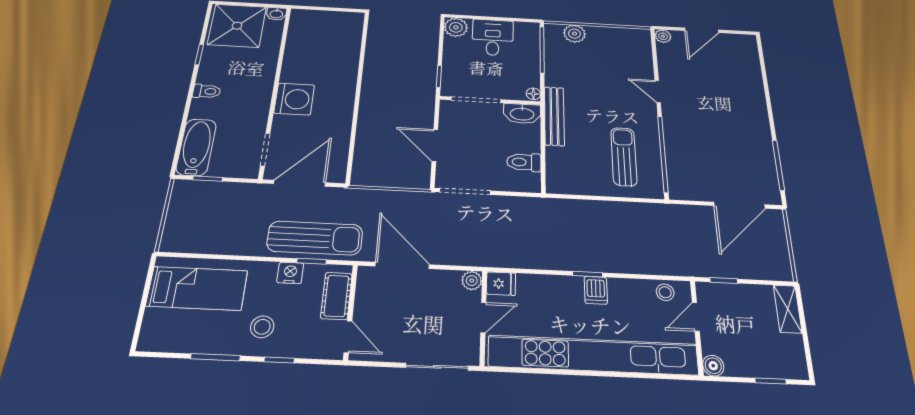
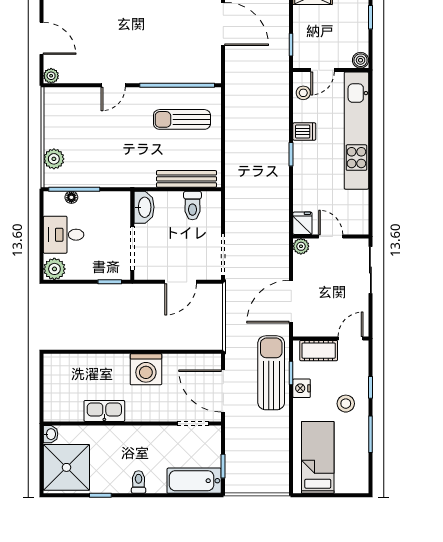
kitchen sink: (294, 63) -> (104, 411), added
floor lamp: (533, 94) -> (71, 197), moved
washing machine: (294, 99) -> (146, 369), moved, turned 180
bench: (554, 116) -> (187, 179), moved
dishwasher: (596, 290) -> (304, 131), moved
door: (696, 317) -> (322, 70), hinge flipped
kitchen unit: (593, 355) -> (356, 131), width x0.73

